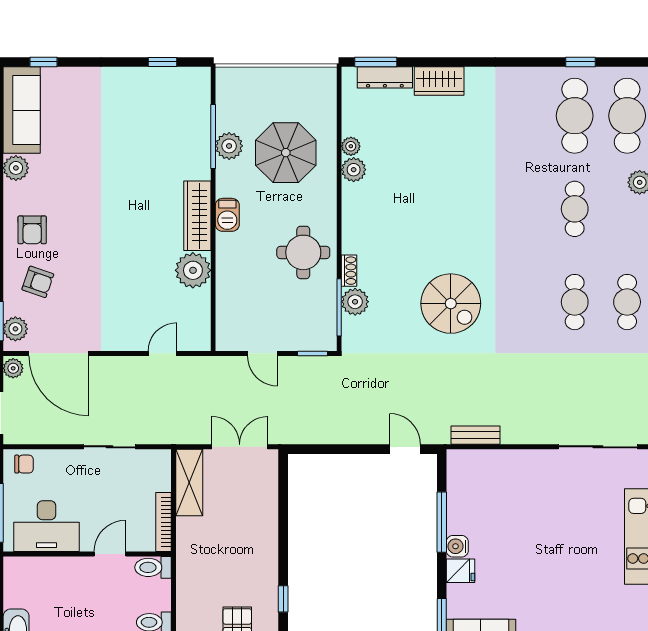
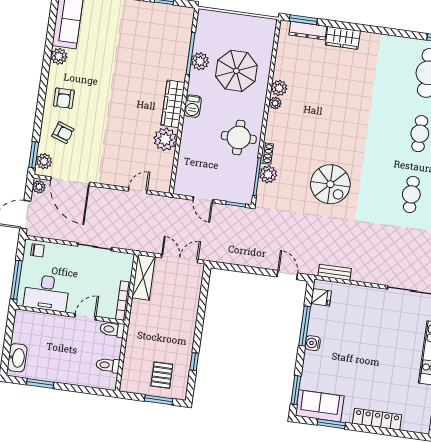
plant: (351, 146) -> (275, 103), moved
fridge: (460, 571) -> (321, 297), moved

